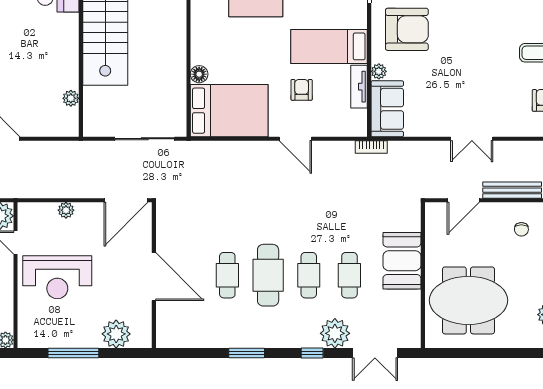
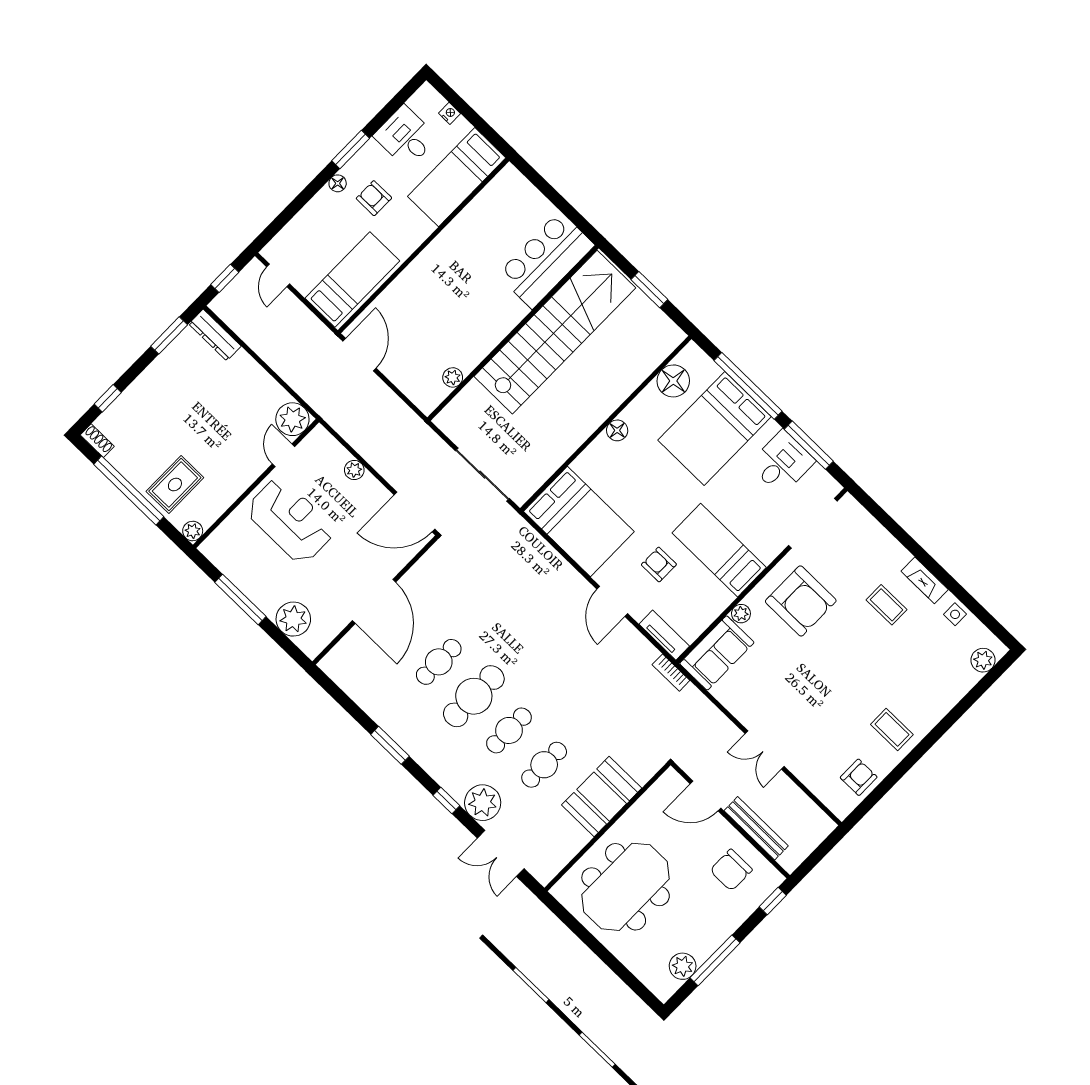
floor lamp: (199, 74) -> (617, 430), moved
tv unit: (359, 87) -> (664, 635), moved, turned 90
armchair: (302, 90) -> (659, 565), turned -90
chair: (521, 229) -> (731, 870), width x1.87, depth x1.87
reception desk: (57, 277) -> (290, 520), turned 180
meeting table: (468, 300) -> (626, 887), turned 90

